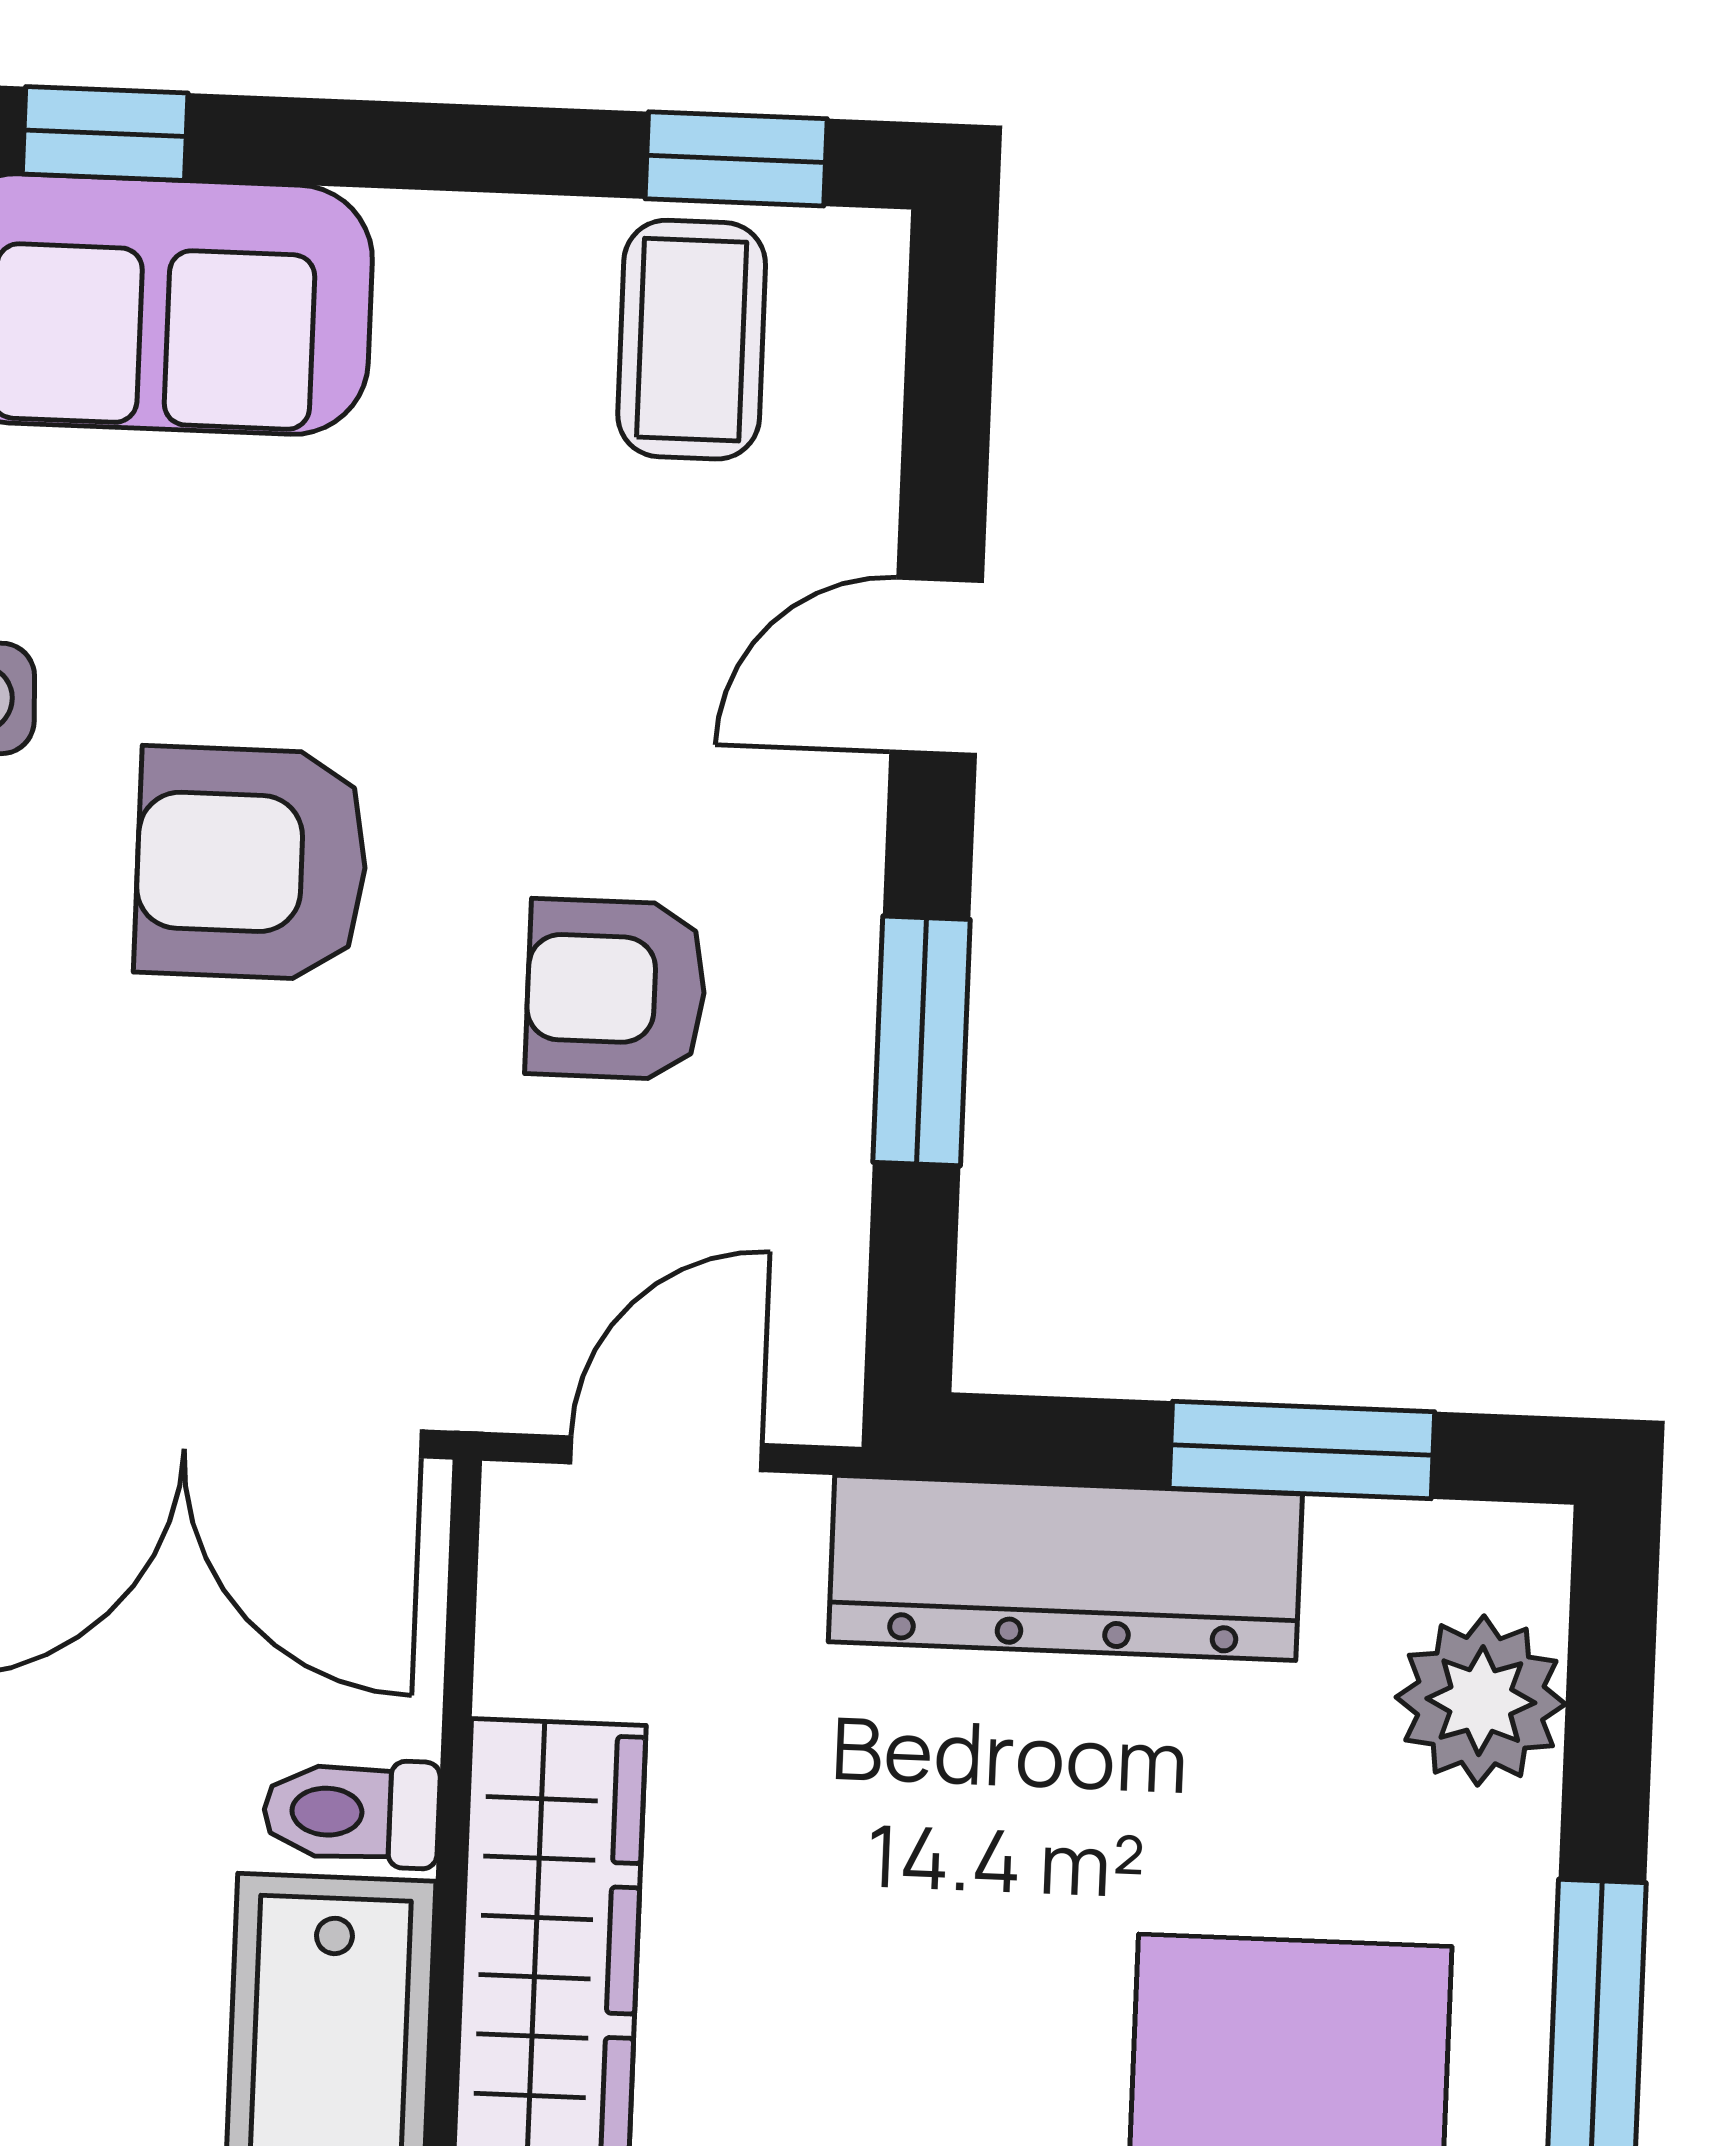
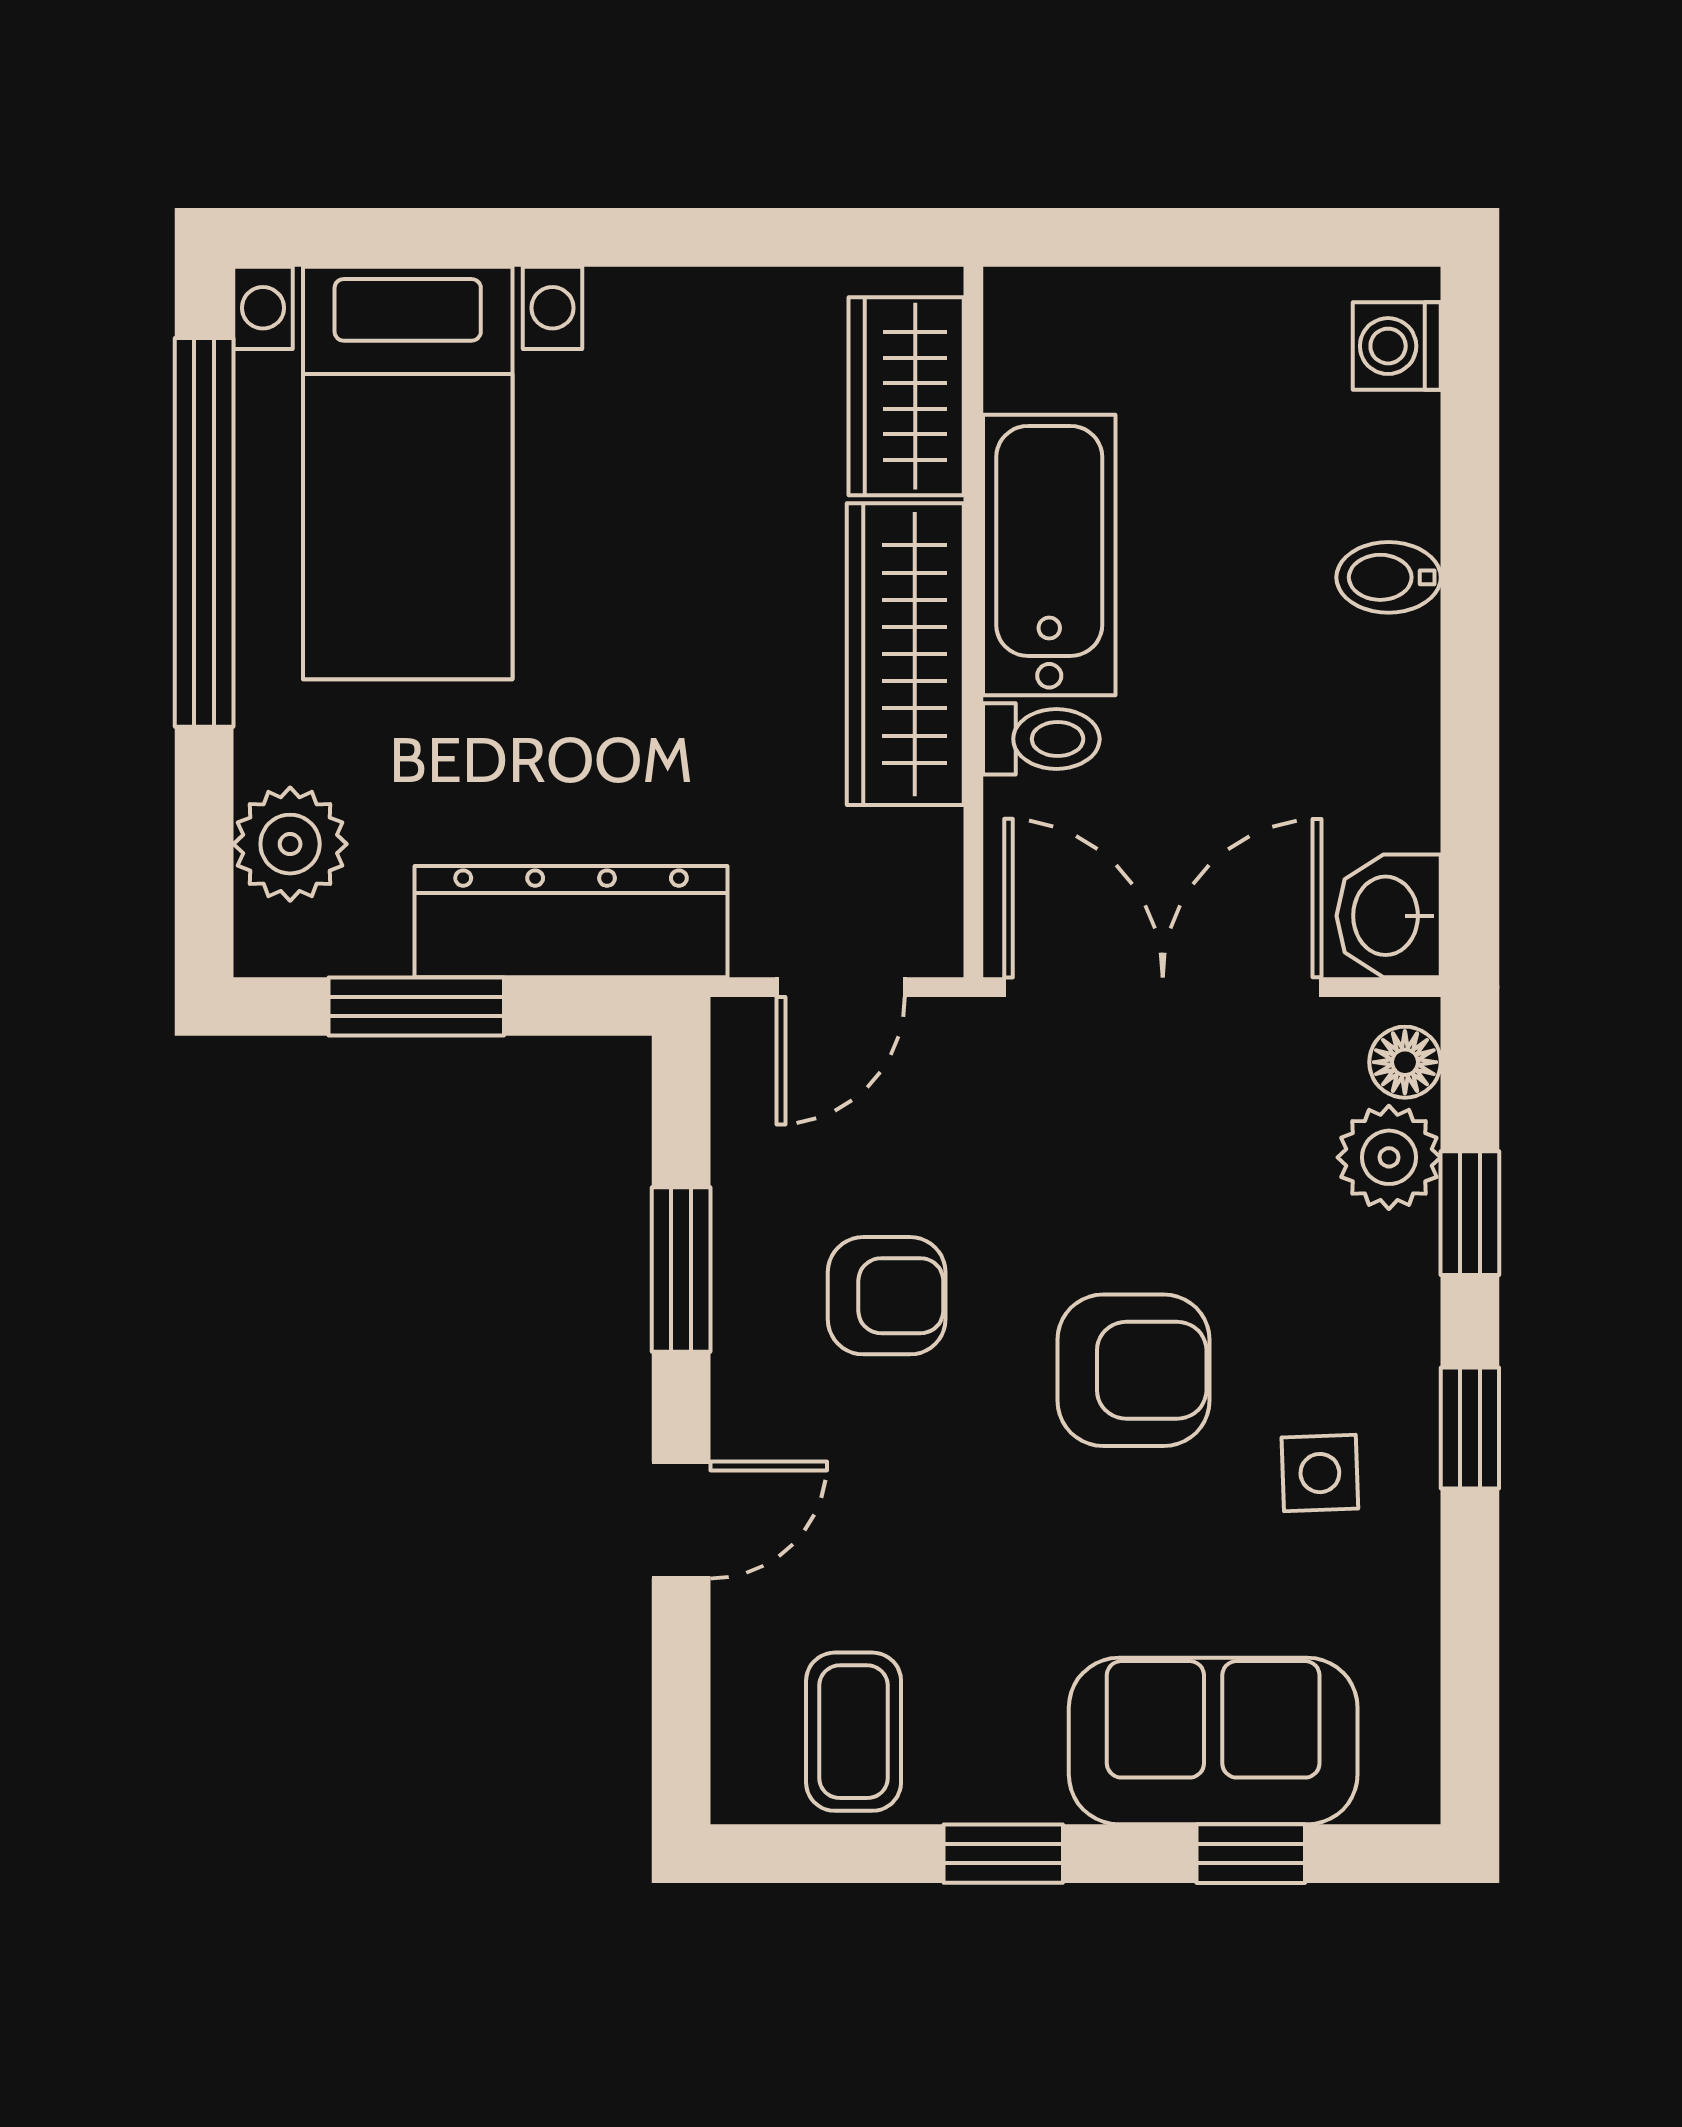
window: (736, 159) -> (1003, 1854), moved

